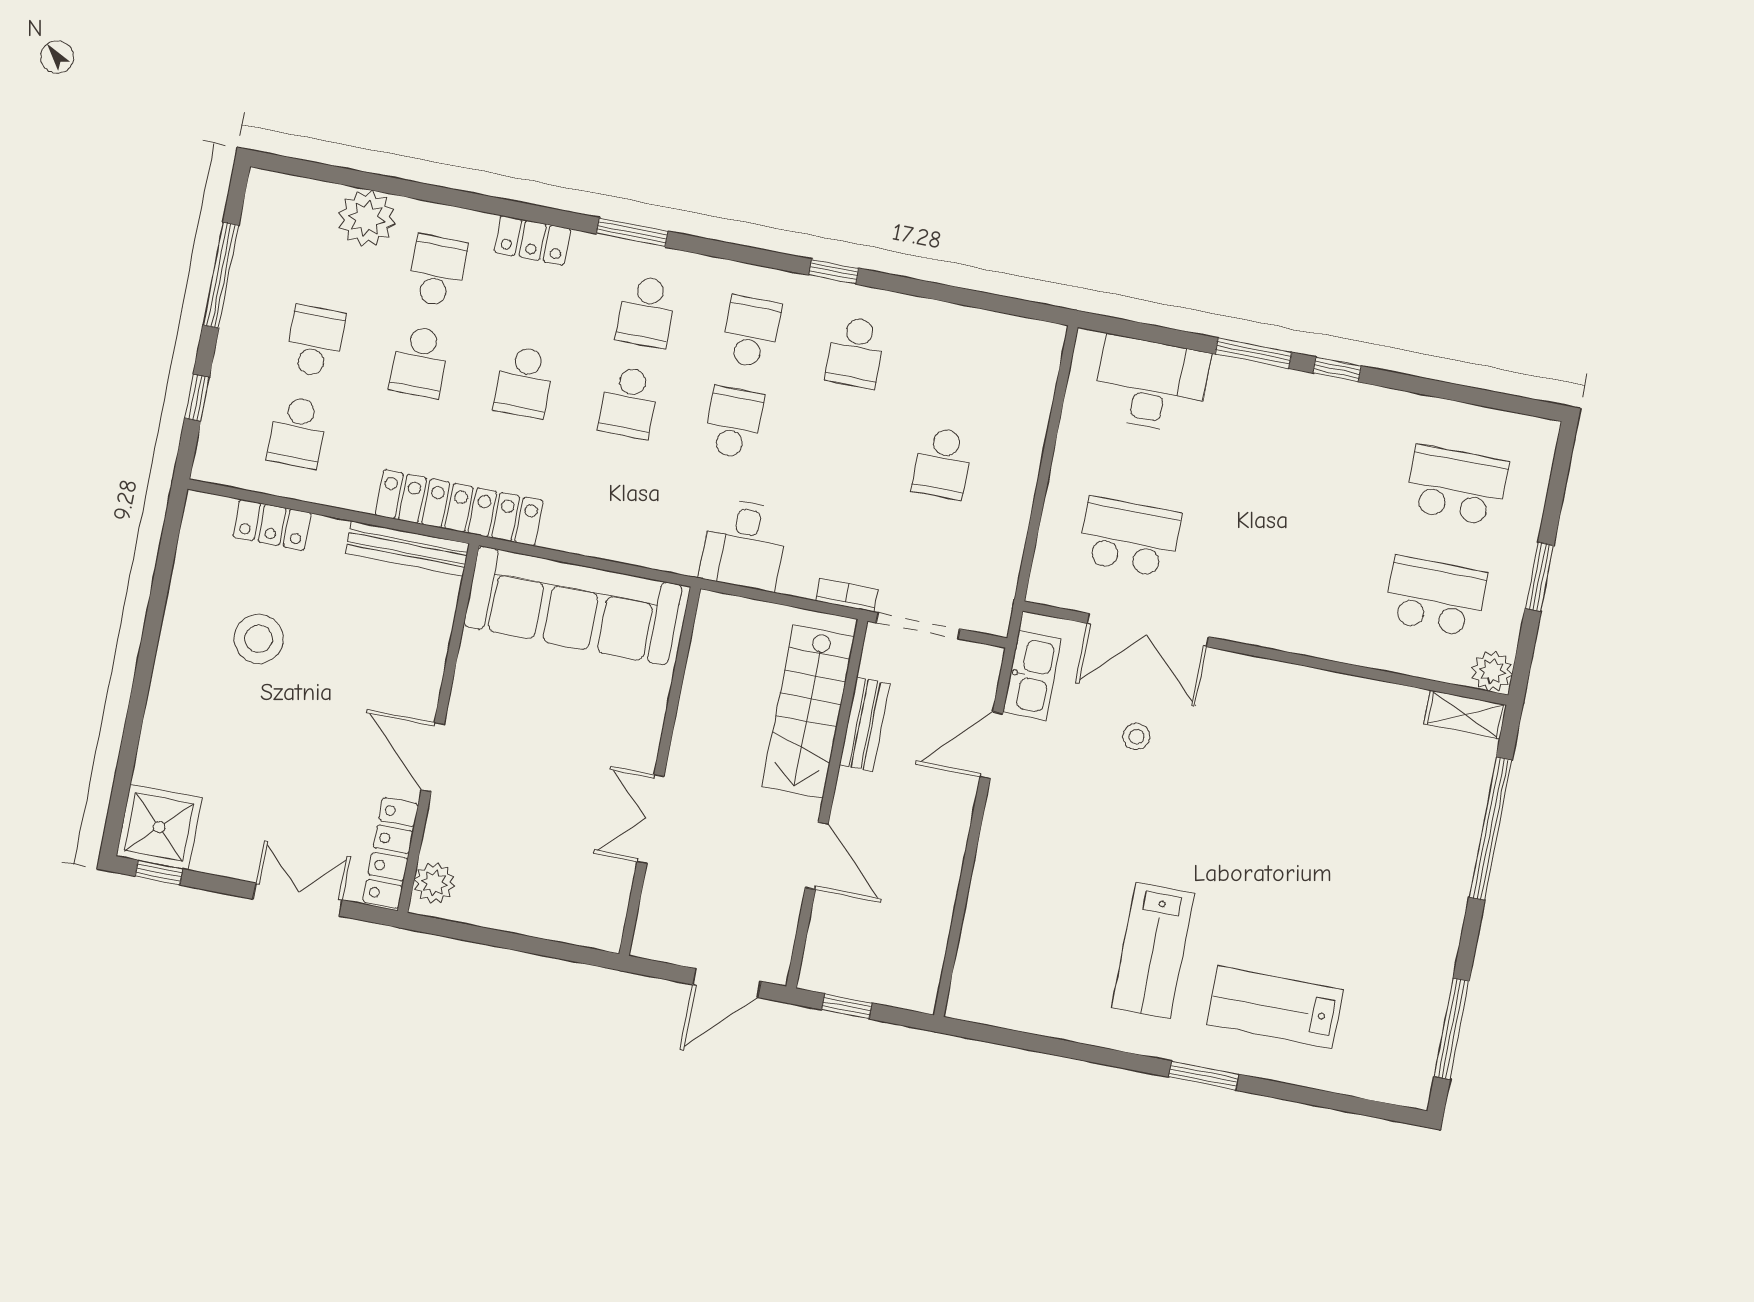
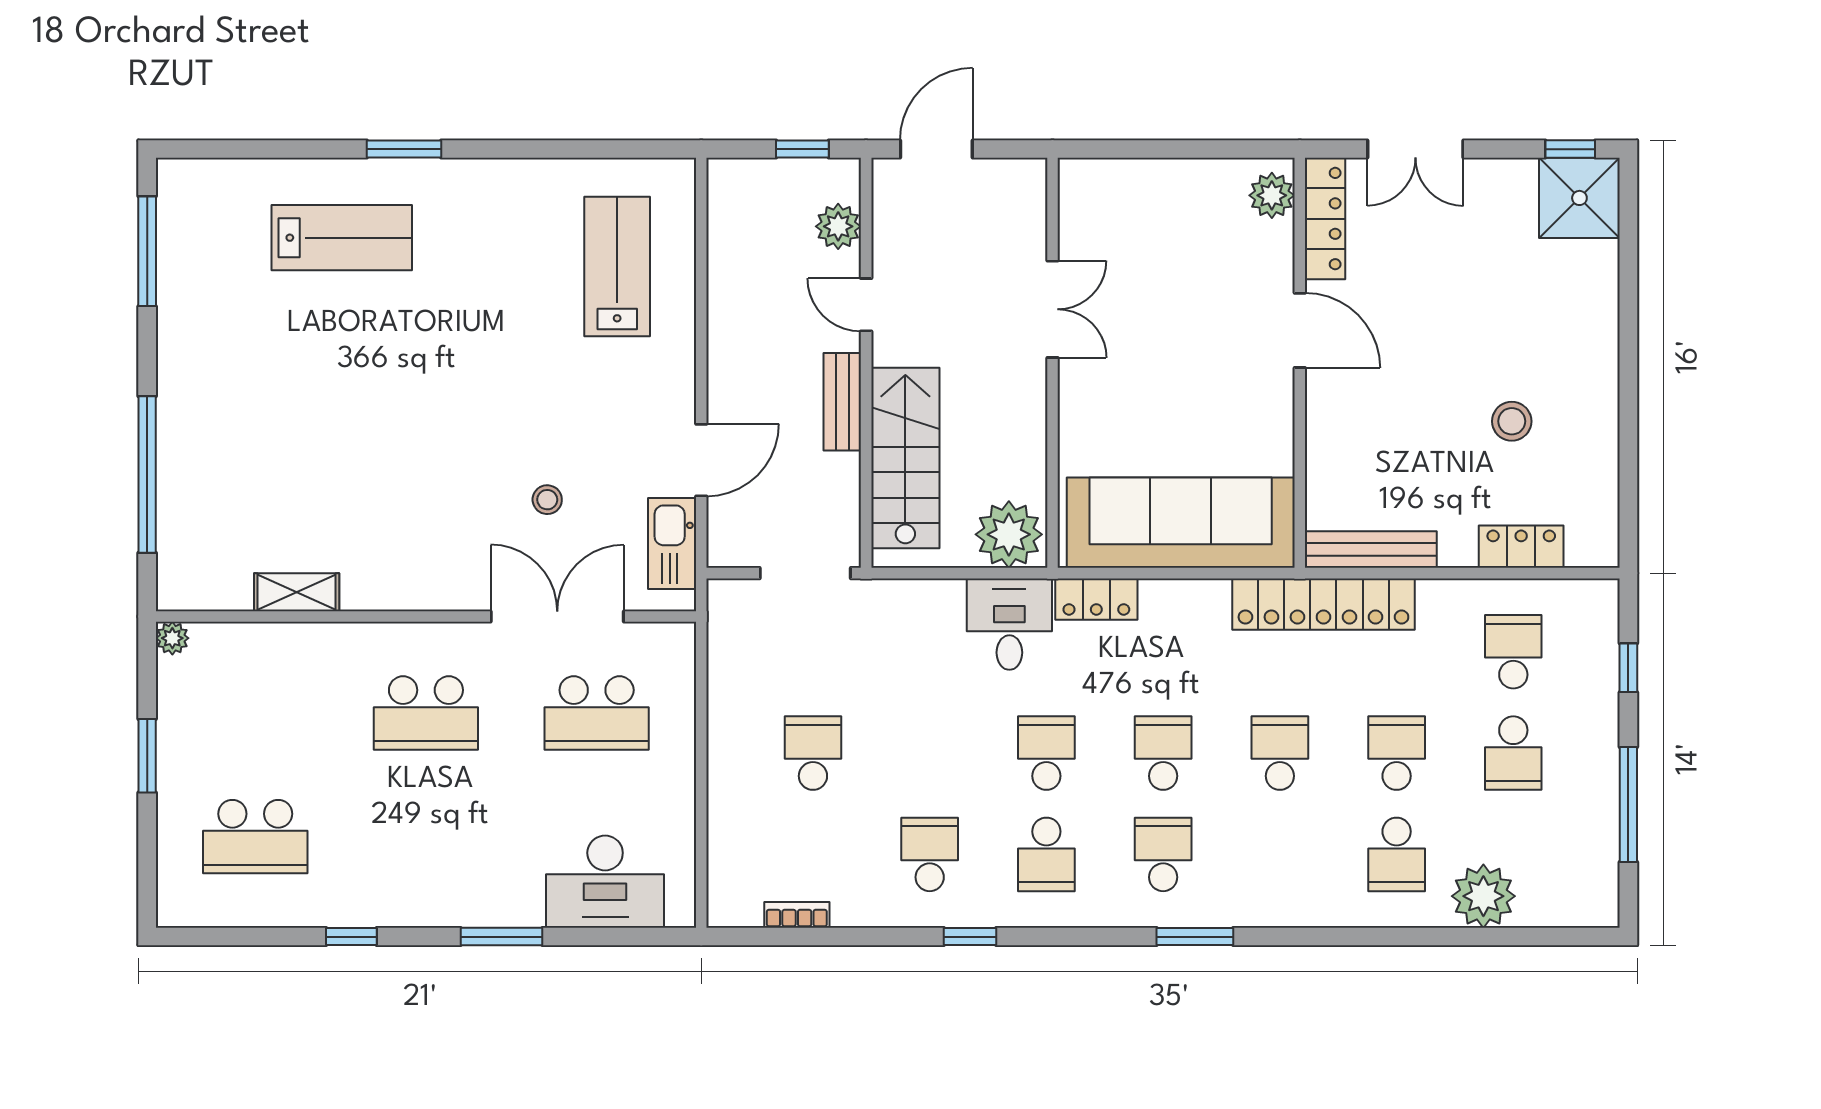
locker: (533, 240) -> (1096, 599), moved, turned 180
window: (1337, 369) -> (351, 937), moved
school desk: (733, 423) -> (1046, 753), turned 180
bookcase: (847, 595) -> (797, 915), moved, turned 180
school desk: (1435, 596) -> (426, 713), moved
plant: (729, 625) -> (1009, 534), added
stool: (259, 639) -> (1512, 421), width x0.73, depth x0.73
plant: (1492, 671) -> (172, 638), width x0.73, depth x0.73
shelving: (1465, 714) -> (297, 592), moved
bench: (864, 724) -> (842, 402), moved
door: (817, 856) -> (866, 305), width x0.73
plant: (828, 931) -> (838, 226), added
lab bench: (1153, 950) -> (617, 267), moved

